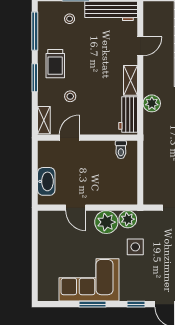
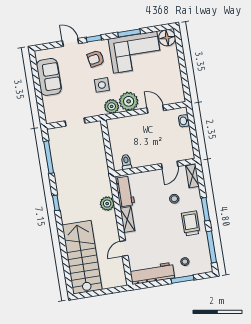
washbasin: (46, 181) -> (184, 121), width x0.52, depth x0.69
armchair: (138, 280) -> (96, 59), added
floor lamp: (48, 291) -> (167, 38), added

